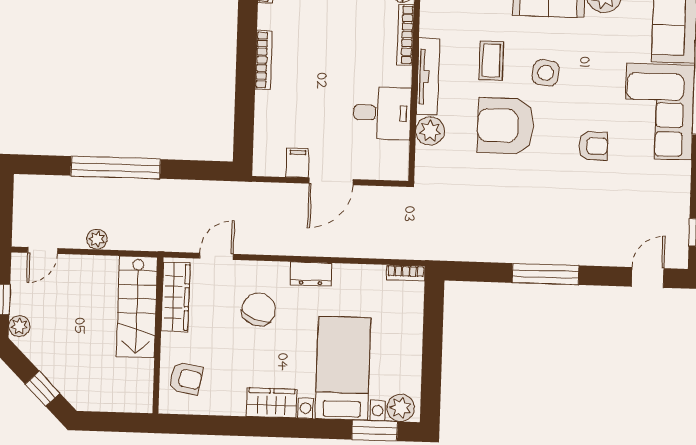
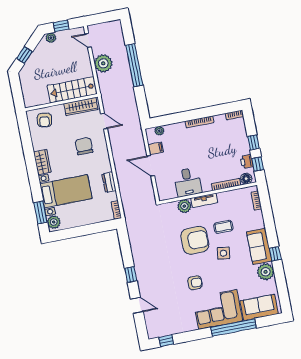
tv unit: (428, 76) -> (204, 200), width x0.71
armchair: (506, 126) -> (195, 240), turned 90
armchair: (593, 146) -> (195, 283), turned -90
plant: (263, 147) -> (159, 131), added
plant: (97, 239) -> (103, 63), width x1.88, depth x1.88
dresser: (311, 274) -> (109, 182), moved
window: (545, 274) -> (131, 274), width x0.46
door: (648, 277) -> (137, 305), moved
chair: (259, 309) -> (84, 146), turned -110

